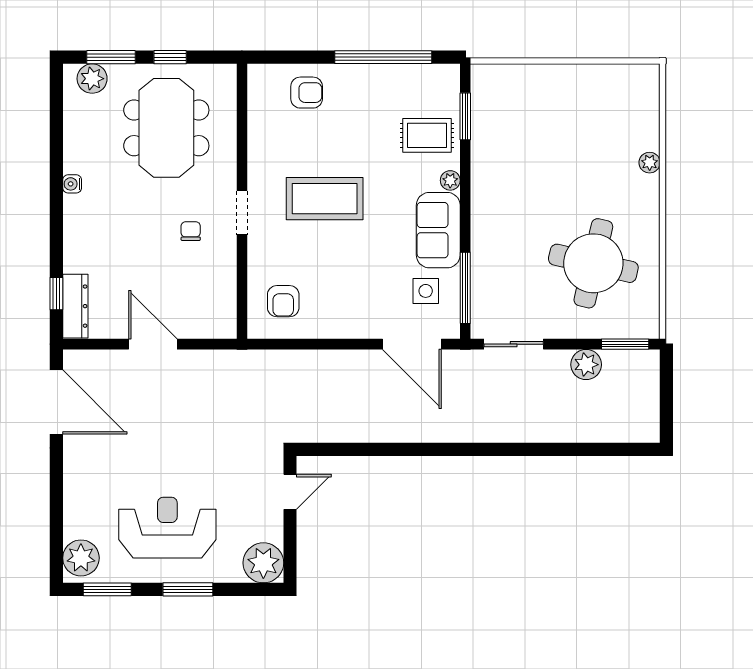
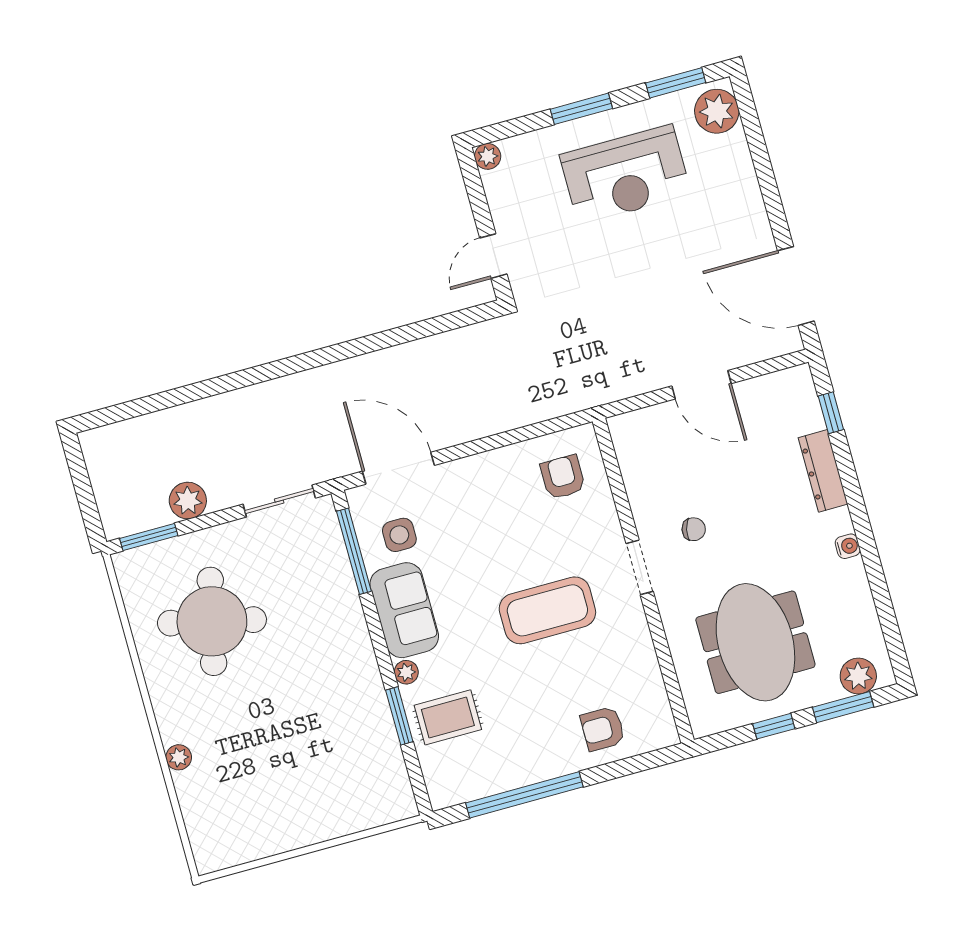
window: (465, 116) -> (399, 716), moved
chair: (191, 231) -> (694, 529), turned -77
dresser: (75, 306) -> (823, 471), moved
plant: (263, 563) -> (488, 156), width x0.53, depth x0.53

